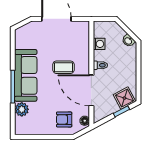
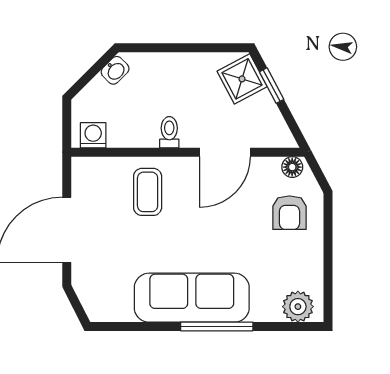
washing machine: (99, 44) -> (93, 135), moved
coffee table: (63, 67) -> (148, 192), moved
door: (91, 90) -> (225, 152), width x0.73
plant: (22, 109) -> (298, 307), moved

